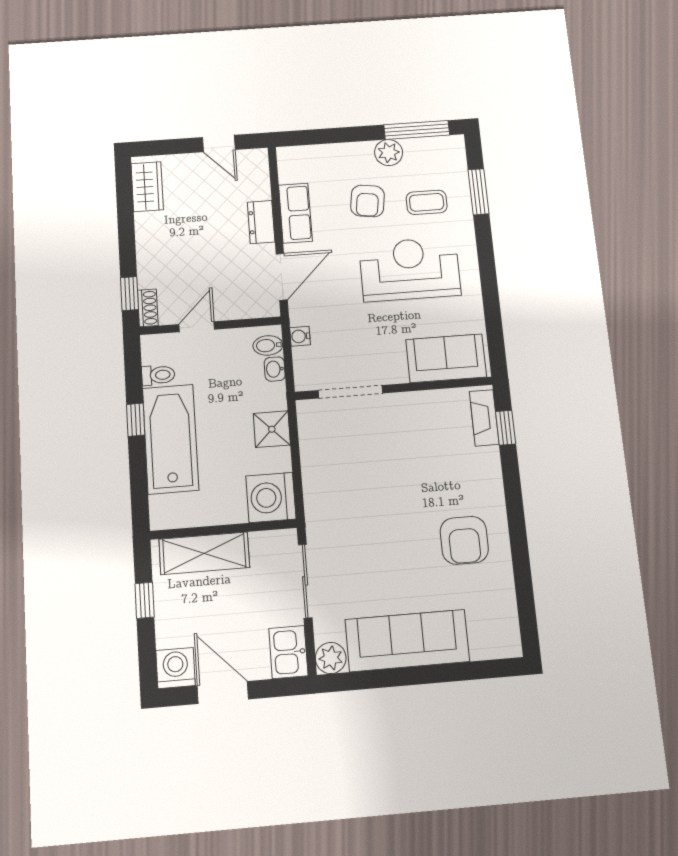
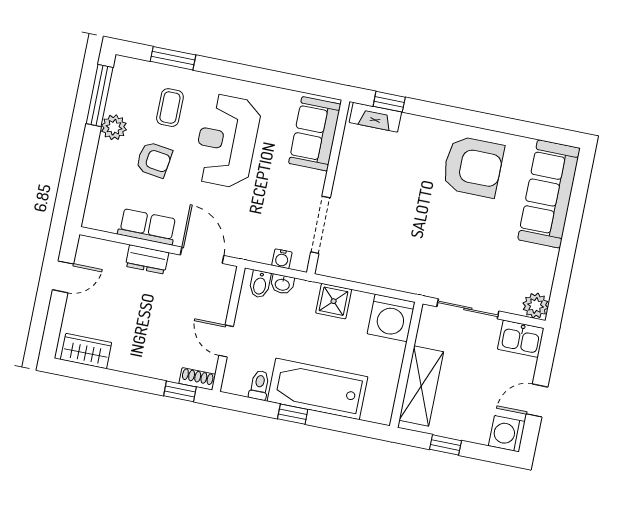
water cooler: (300, 336) -> (282, 259), moved
armchair: (464, 540) -> (473, 167), width x1.36, depth x1.36
sofa: (407, 641) -> (549, 194), moved
door: (223, 692) -> (537, 401), width x0.73

